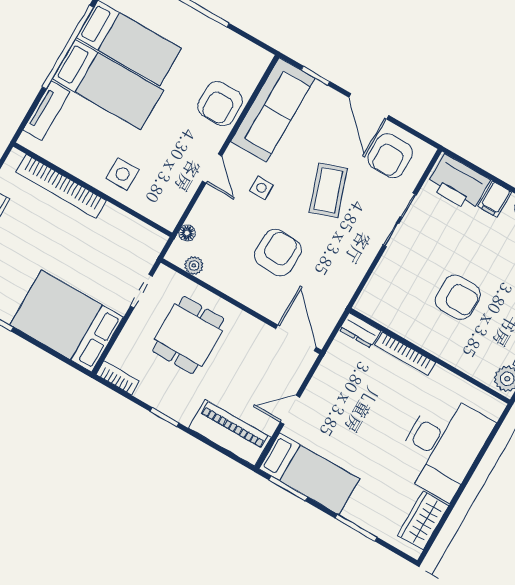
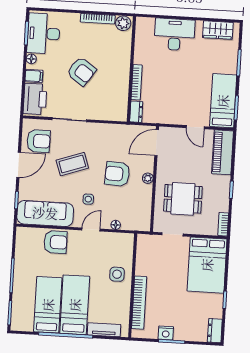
floor lamp: (187, 233) -> (116, 225), moved
plant: (194, 266) -> (148, 178), moved
armchair: (458, 297) -> (81, 71), moved, turned 125
desk: (443, 446) -> (175, 34), width x0.73, depth x0.77

